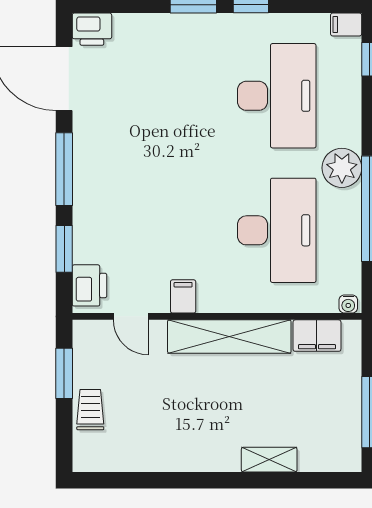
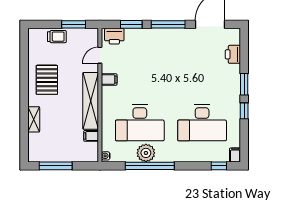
printer: (92, 29) -> (233, 54), moved
plant: (342, 168) -> (146, 153), moved
filing cabinet: (317, 336) -> (91, 136), width x0.50
pallet: (184, 431) -> (47, 80), added

